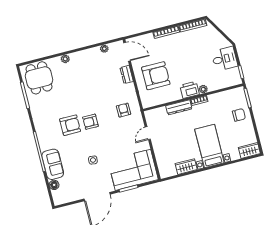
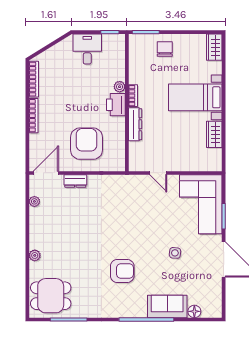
armchair: (124, 110) -> (120, 197), removed
armchair: (90, 122) -> (125, 243), removed
armchair: (70, 125) -> (122, 271), turned 90

